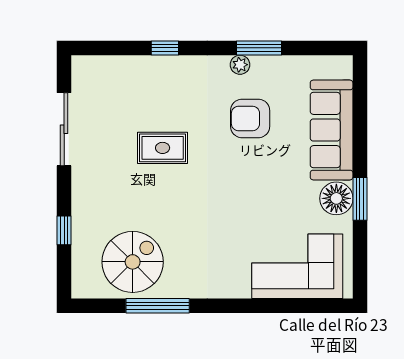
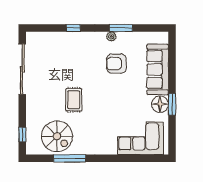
sliding door: (64, 129) -> (22, 69), width x1.36
rug: (163, 148) -> (74, 100), moved, turned 90
window: (64, 230) -> (22, 134), moved
spiral stairs: (133, 262) -> (57, 136), turned 90

